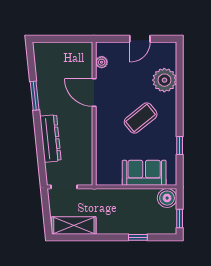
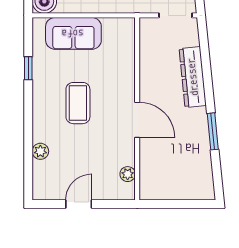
plant: (164, 80) -> (40, 151), width x0.53, depth x0.53
door: (94, 92) -> (137, 120), moved
coffee table: (141, 118) -> (78, 103), turned -51

